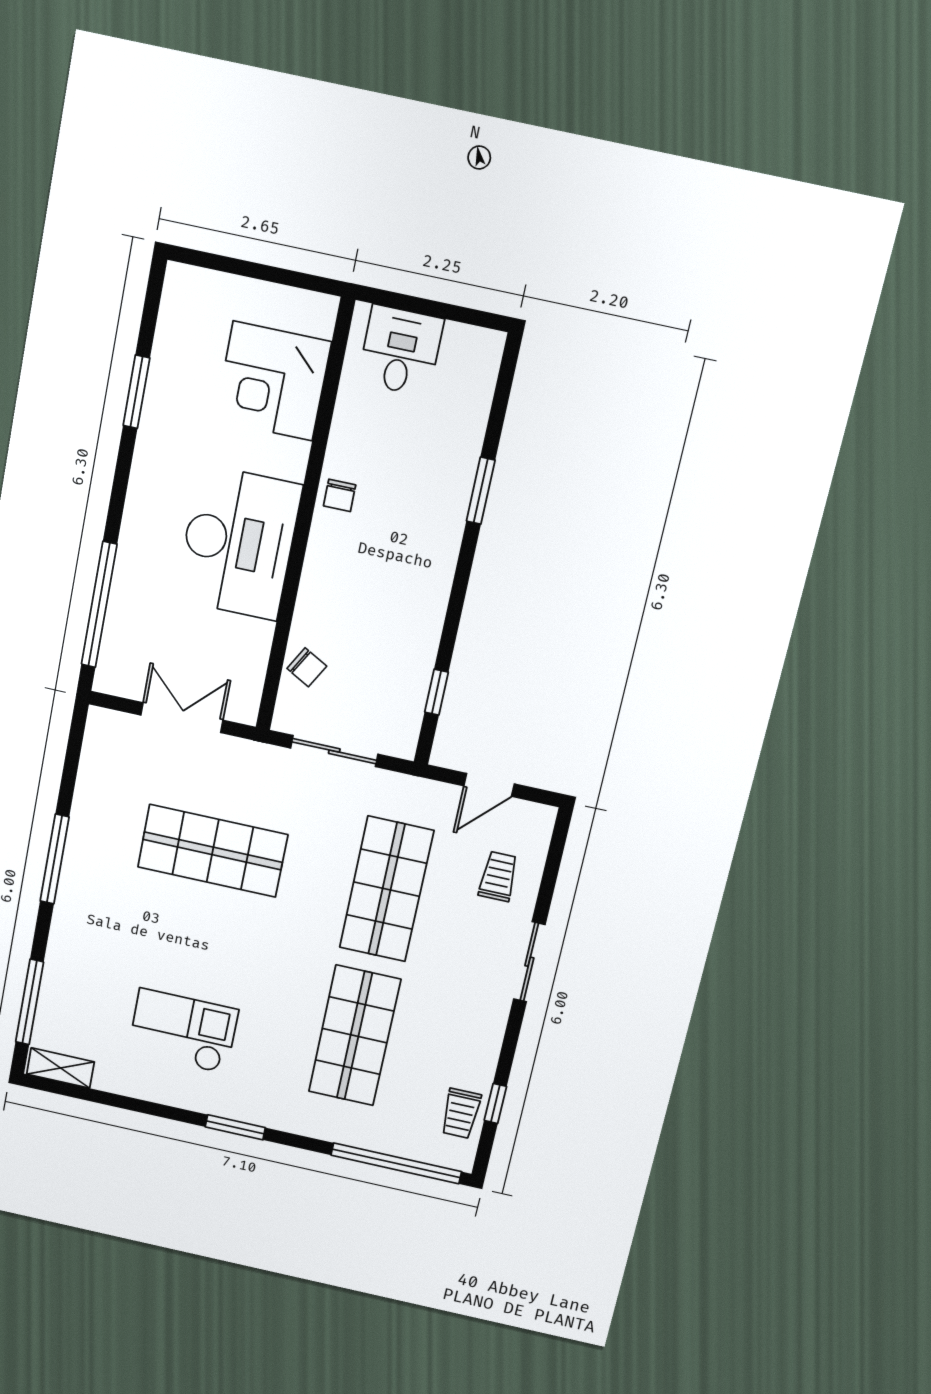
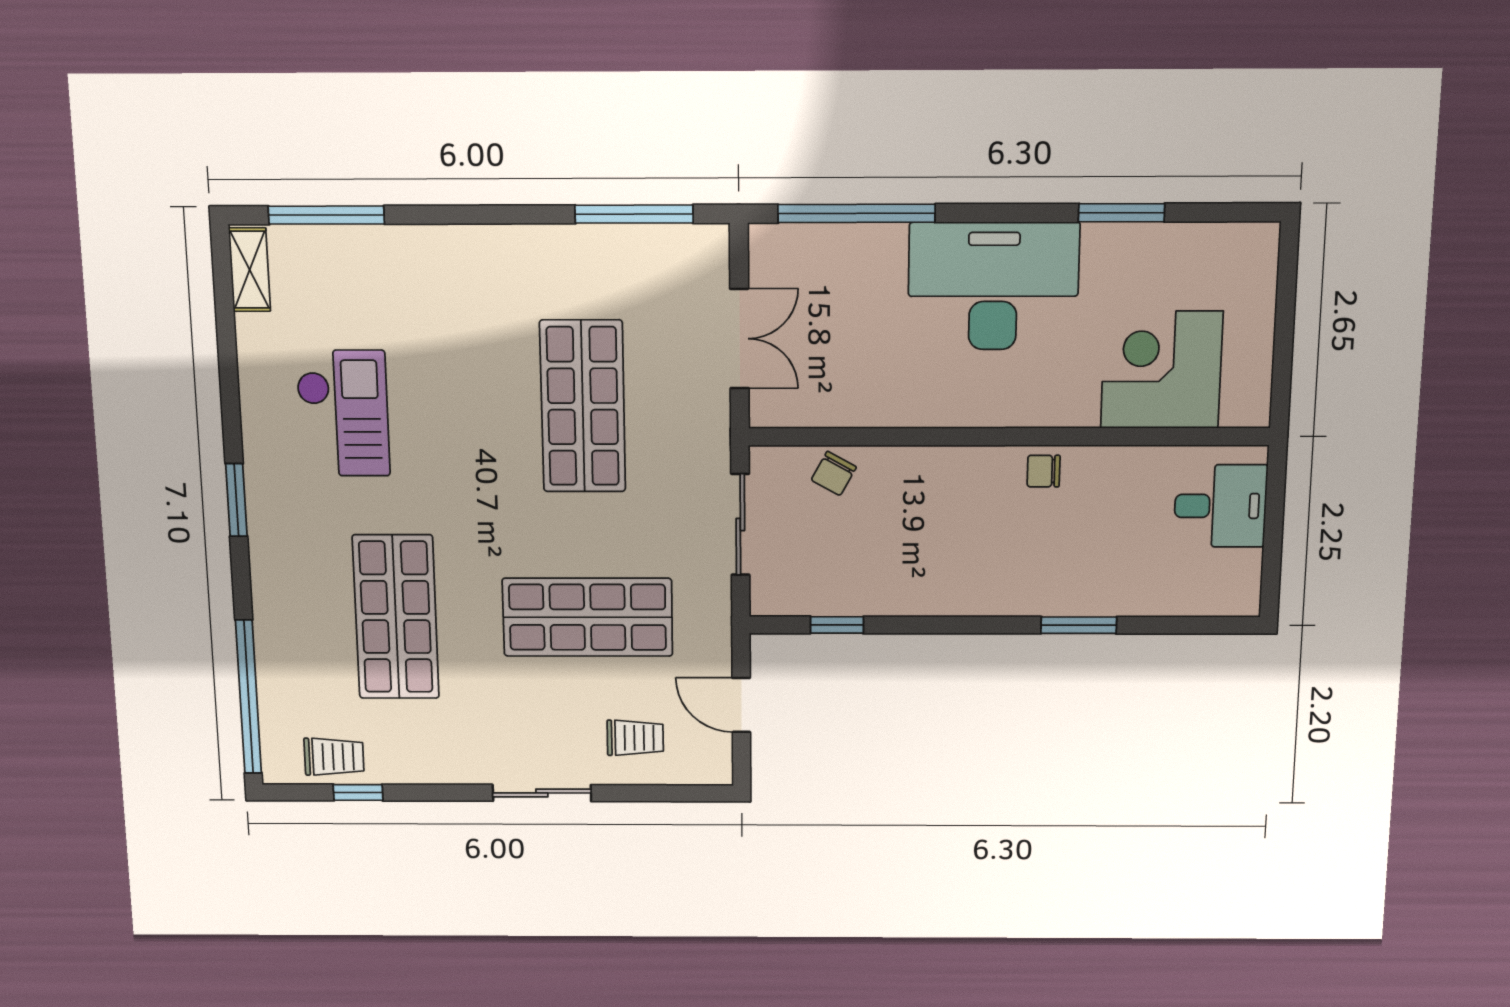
desk: (238, 543) -> (993, 286), moved, turned 180
window: (55, 859) -> (634, 214), moved
shop shelf: (355, 1036) -> (396, 617), turned 90
trolley: (461, 1113) -> (334, 757), turned 180

